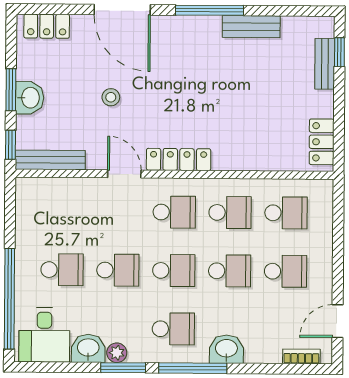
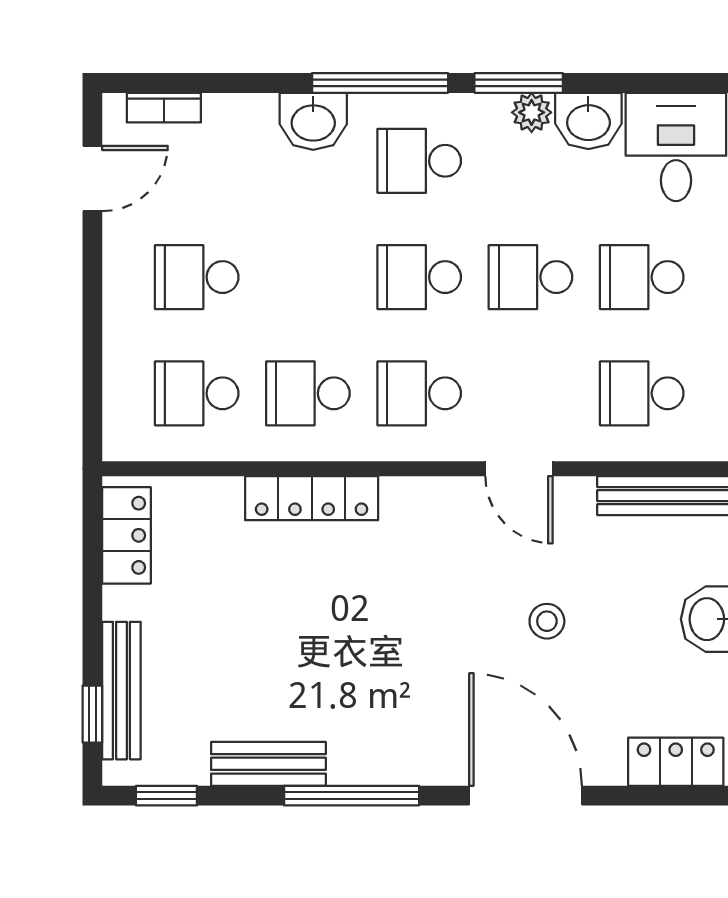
window: (303, 11) -> (166, 796), added
bench: (325, 64) -> (121, 691), width x1.36
locker: (179, 159) -> (312, 498), moved
school desk: (230, 271) -> (642, 393), moved

